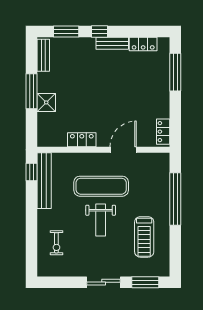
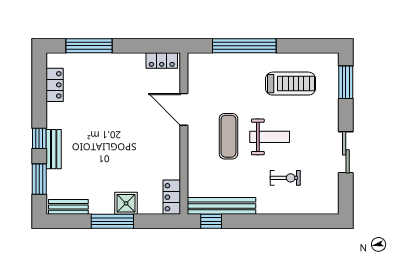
bench: (112, 43) -> (54, 149), moved
locker: (82, 140) -> (172, 197), moved
exercise mat: (101, 186) -> (228, 136), width x0.73, depth x0.69
exercise bike: (56, 243) -> (285, 178), moved
sliding door: (104, 282) -> (346, 152), moved

